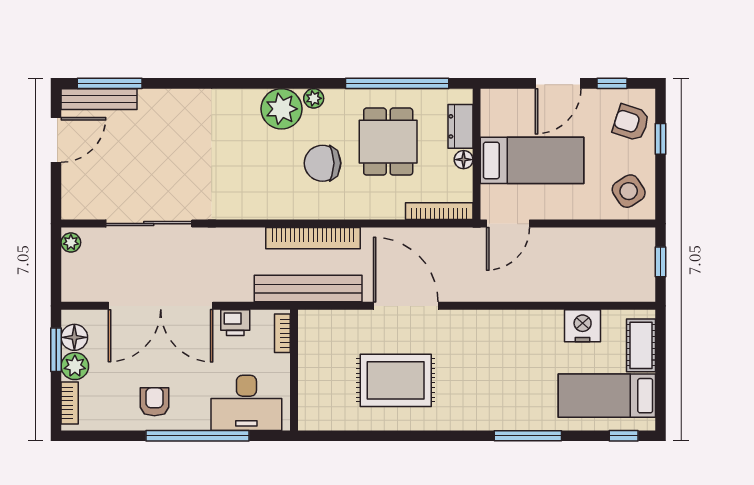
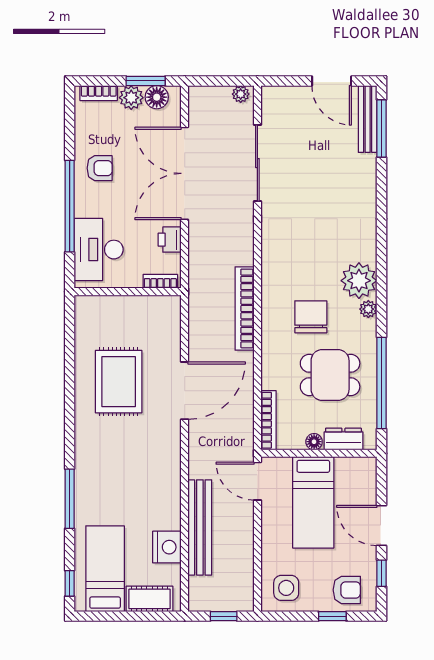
armchair: (631, 123) -> (347, 590), turned 72
side table: (629, 191) -> (286, 588), turned 33
bench: (308, 289) -> (200, 527), moved

